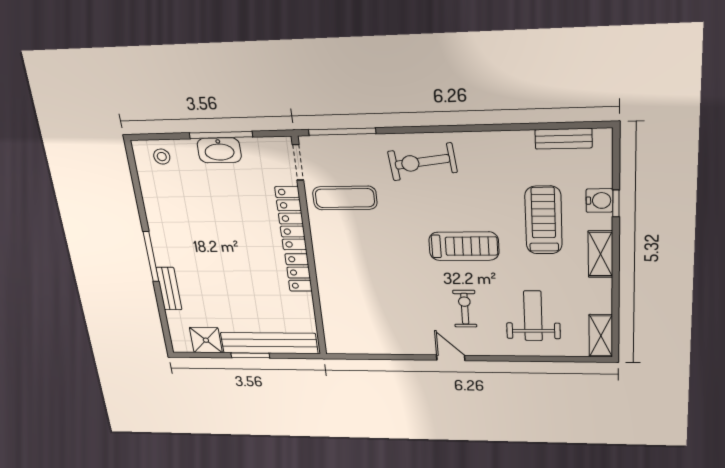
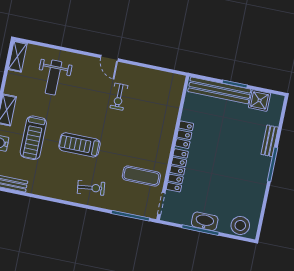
stool: (162, 157) -> (240, 225), width x1.89, depth x1.89
exercise bike: (422, 162) -> (91, 188), width x0.73, depth x0.72
treadmill: (464, 246) -> (79, 145), moved
exercise bike: (465, 309) -> (119, 97), moved

